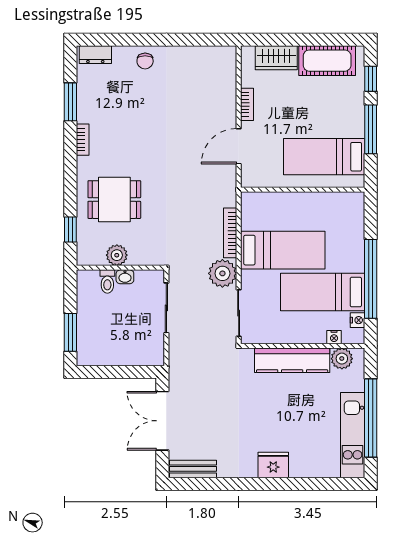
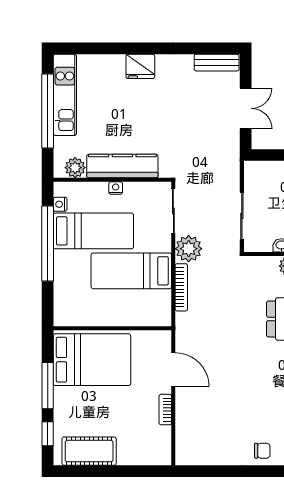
wardrobe: (276, 58) -> (137, 454), removed
chair: (145, 61) -> (262, 451), turned 90
door: (239, 146) -> (173, 370), hinge flipped
bed: (324, 157) -> (92, 360), width x1.50
nightstand: (334, 337) -> (116, 188), moved
double door: (162, 421) -> (246, 108), width x0.73

